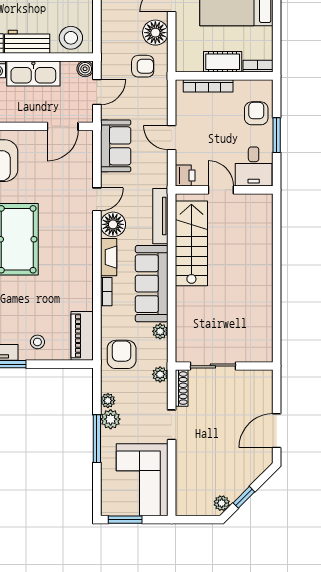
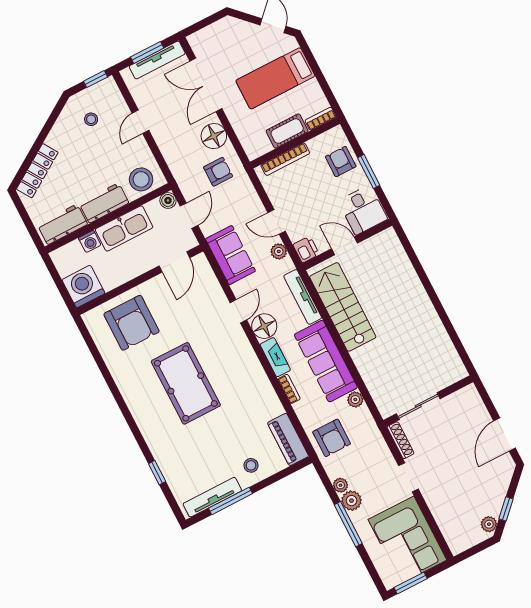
armchair: (122, 354) -> (332, 438), turned 180
plant: (160, 374) -> (279, 251), moved

